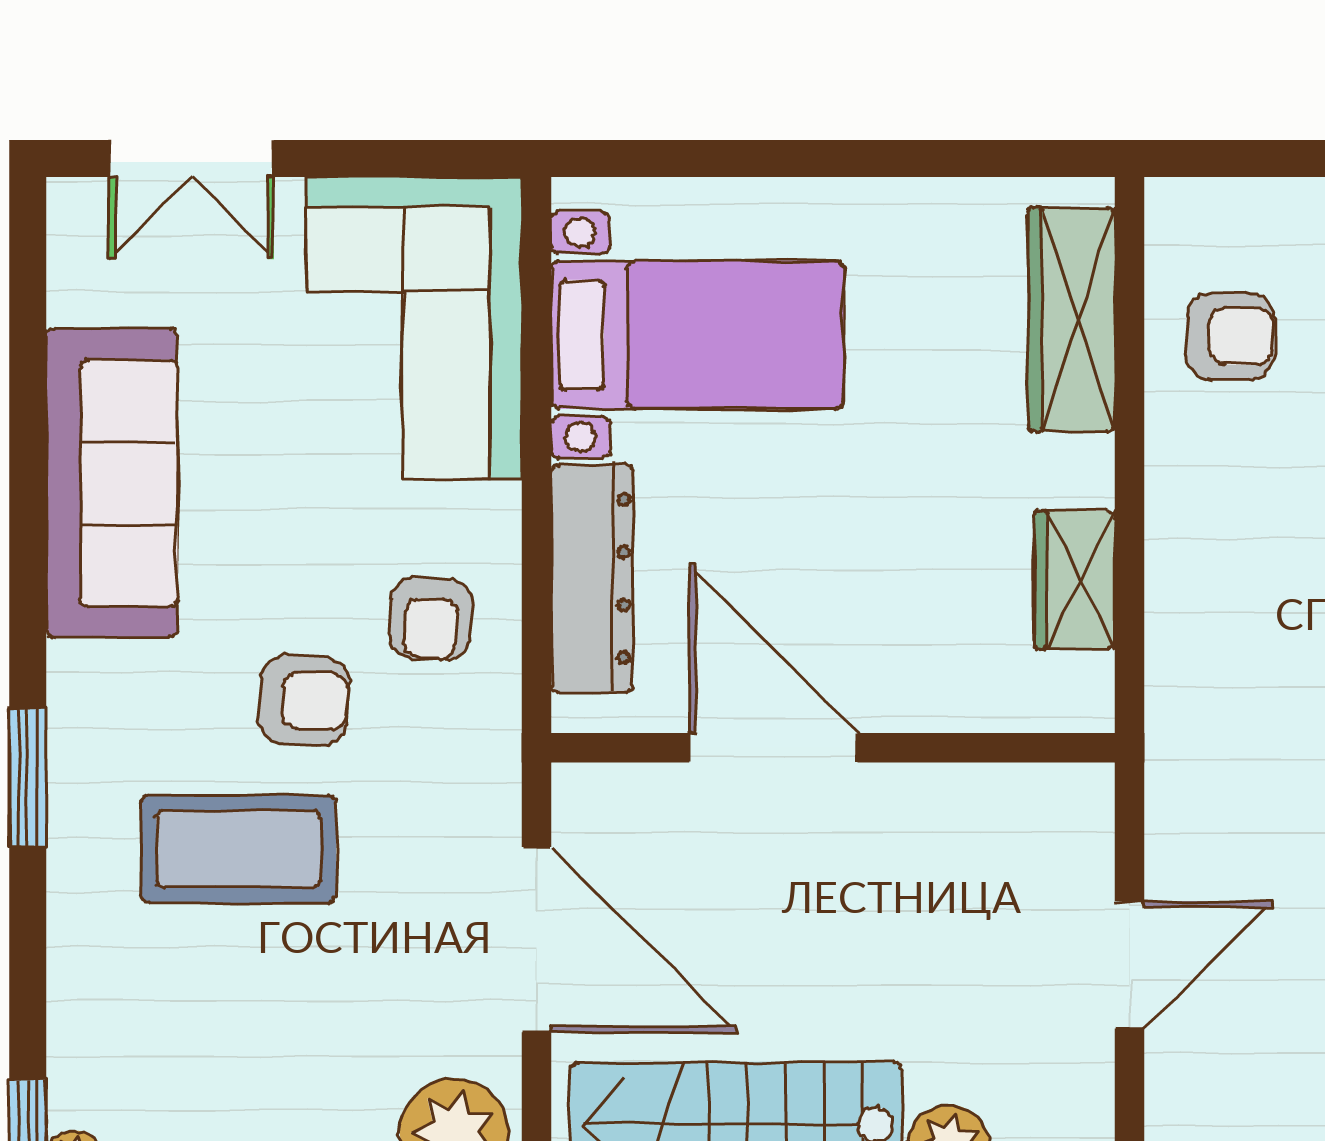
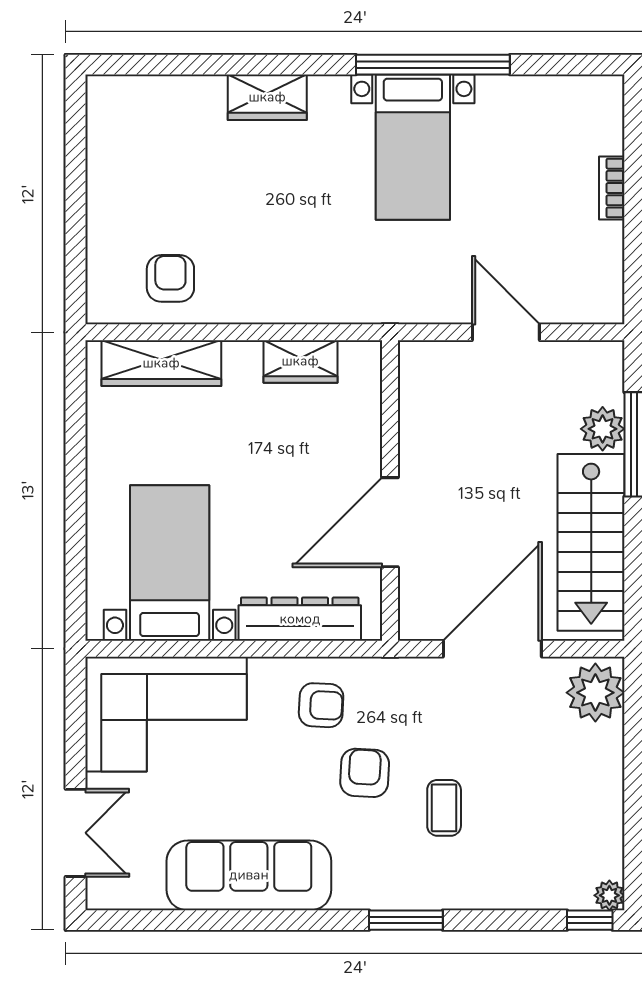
coffee table: (238, 849) -> (444, 808), width x0.54, depth x0.58

